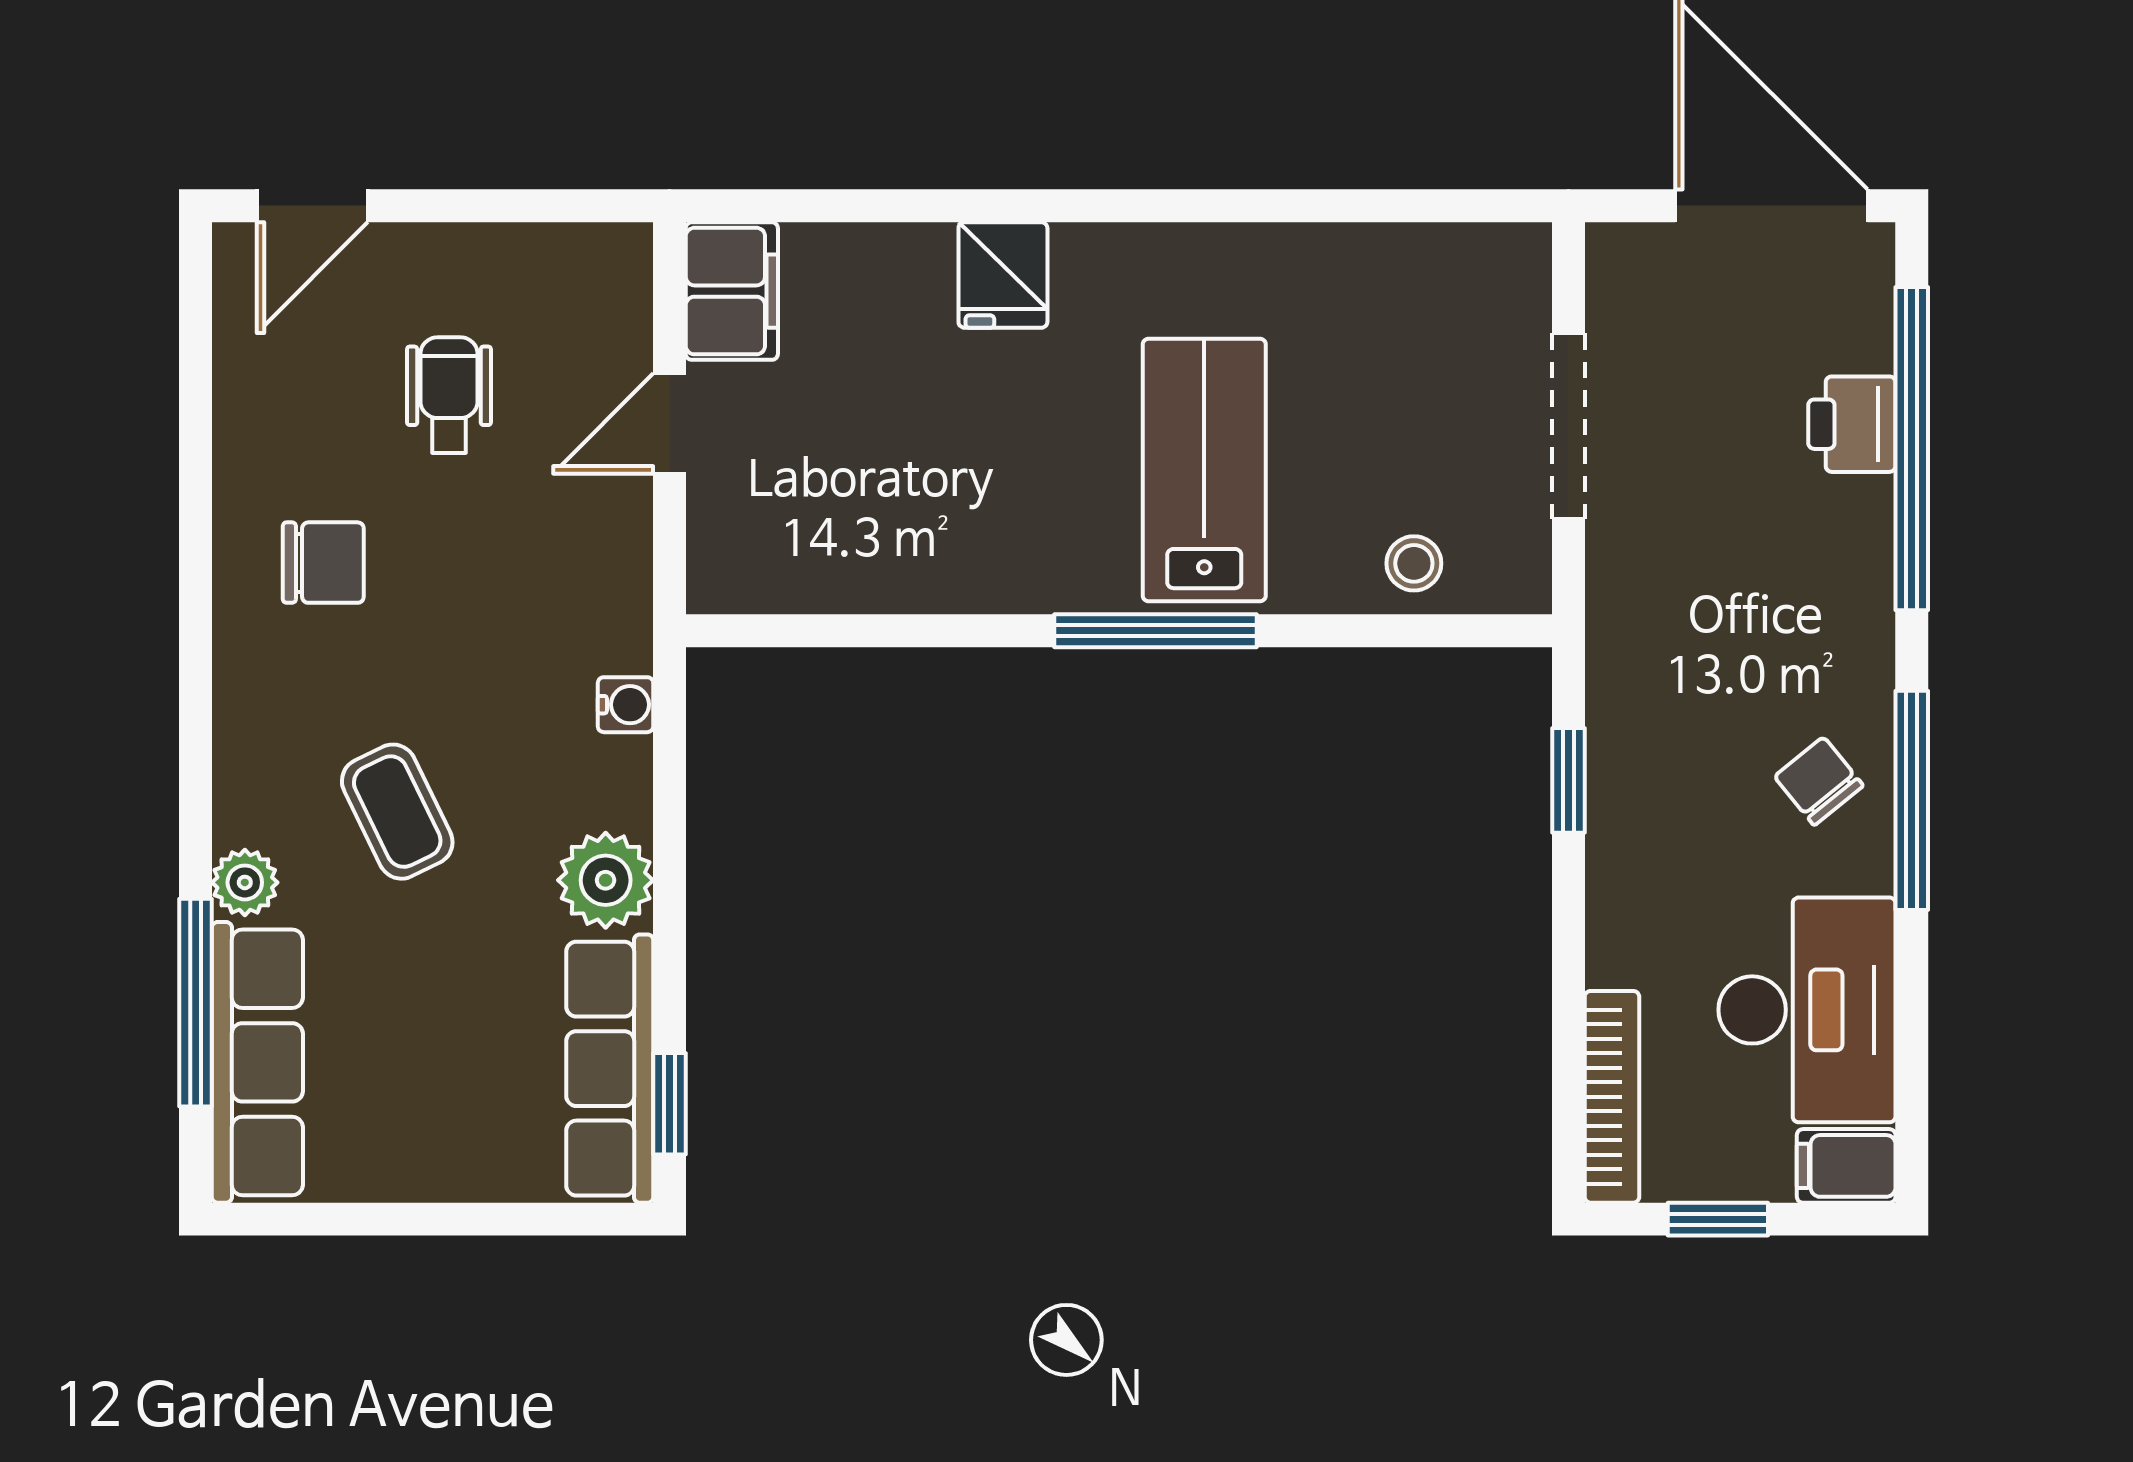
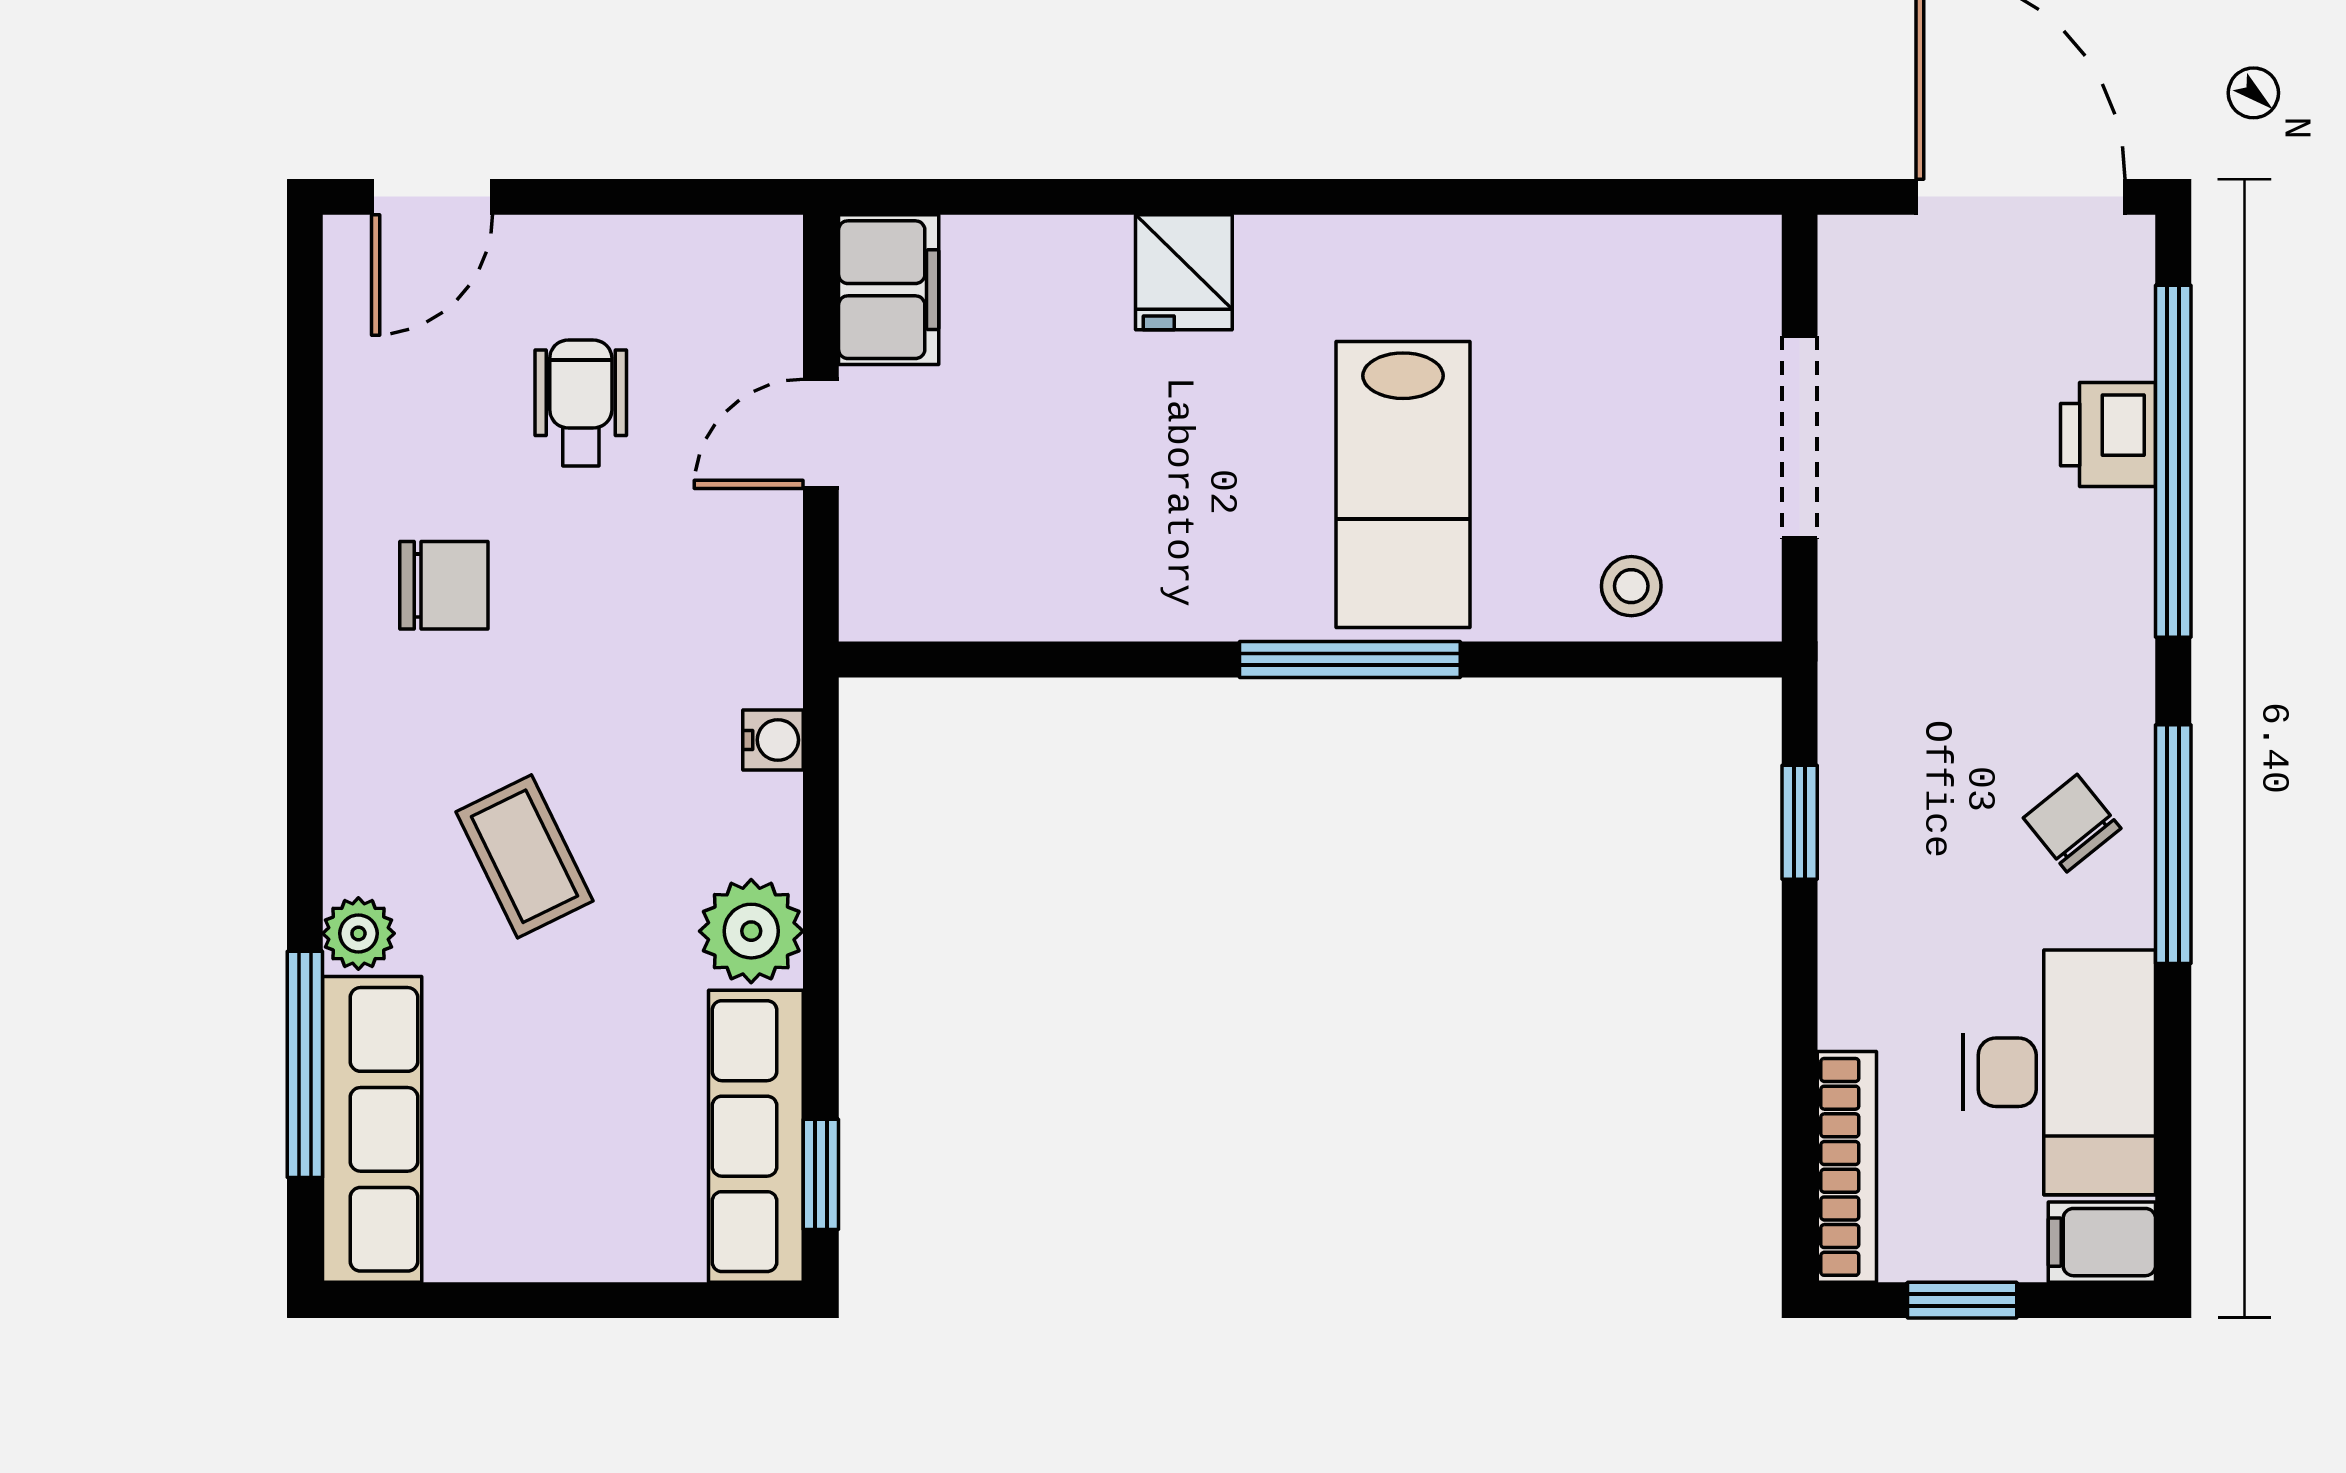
lab bench: (1204, 470) -> (1403, 484), turned 180

